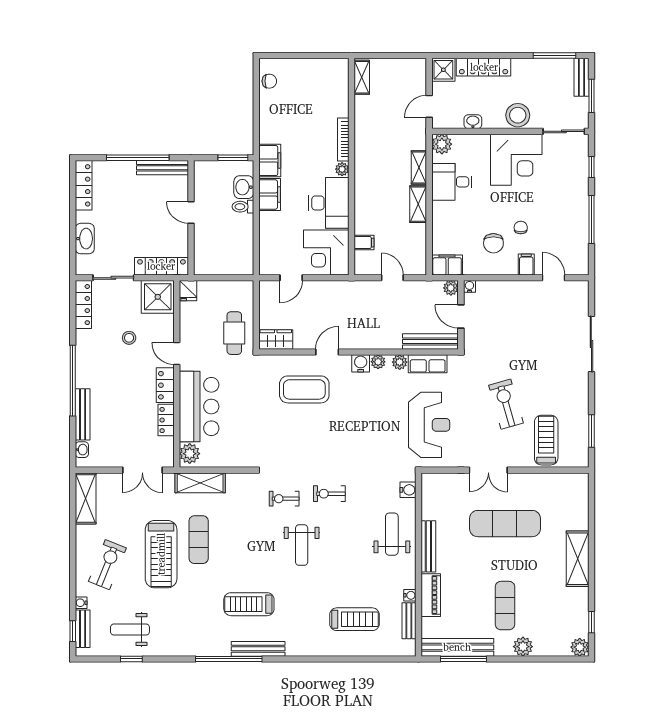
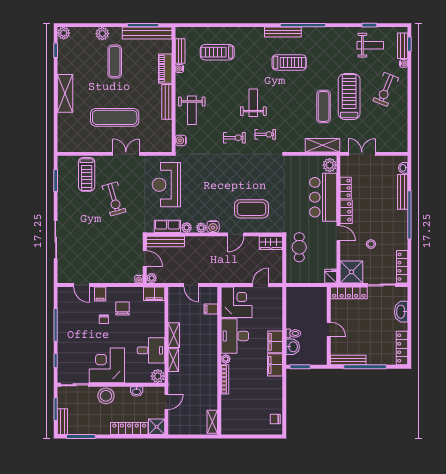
shelving: (86, 498) -> (401, 135), removed

